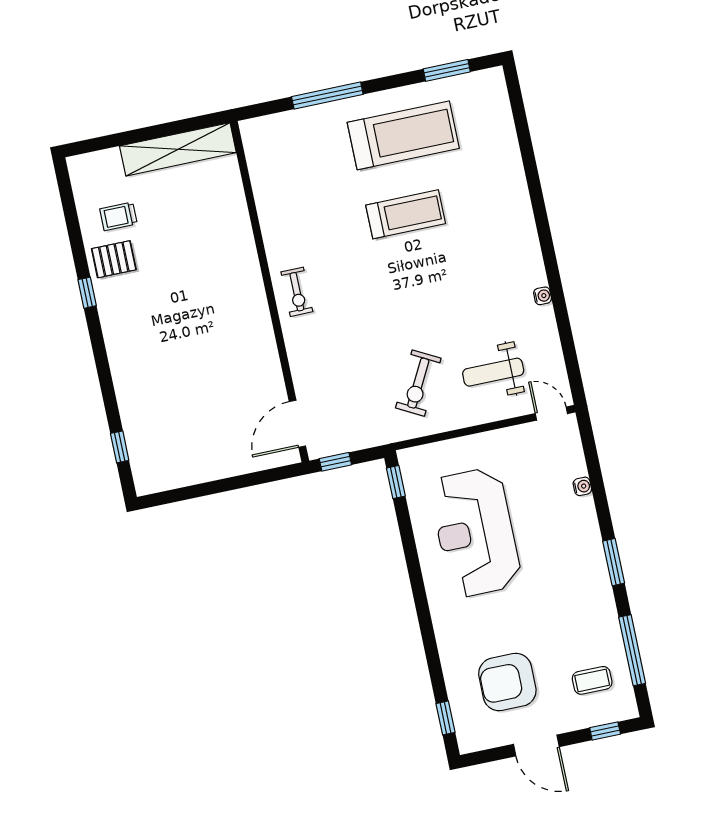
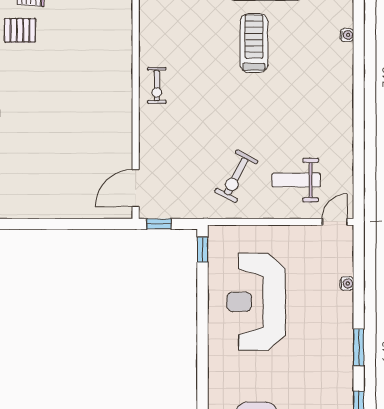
treadmill: (406, 214) -> (254, 43), turned -90
water cooler: (543, 296) -> (347, 35), moved
door: (551, 414) -> (335, 222), hinge flipped

